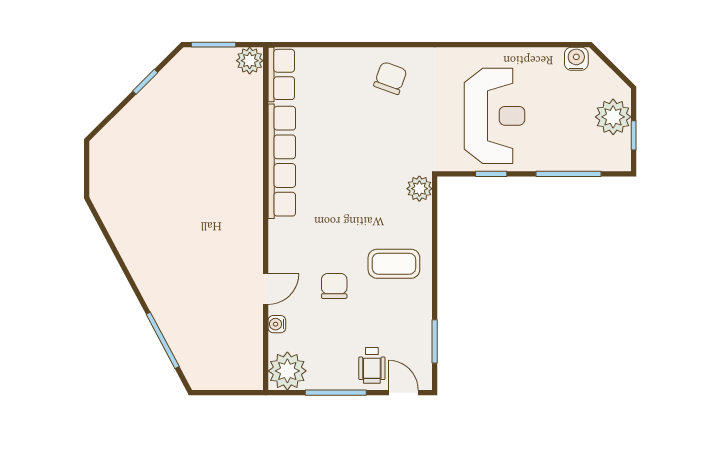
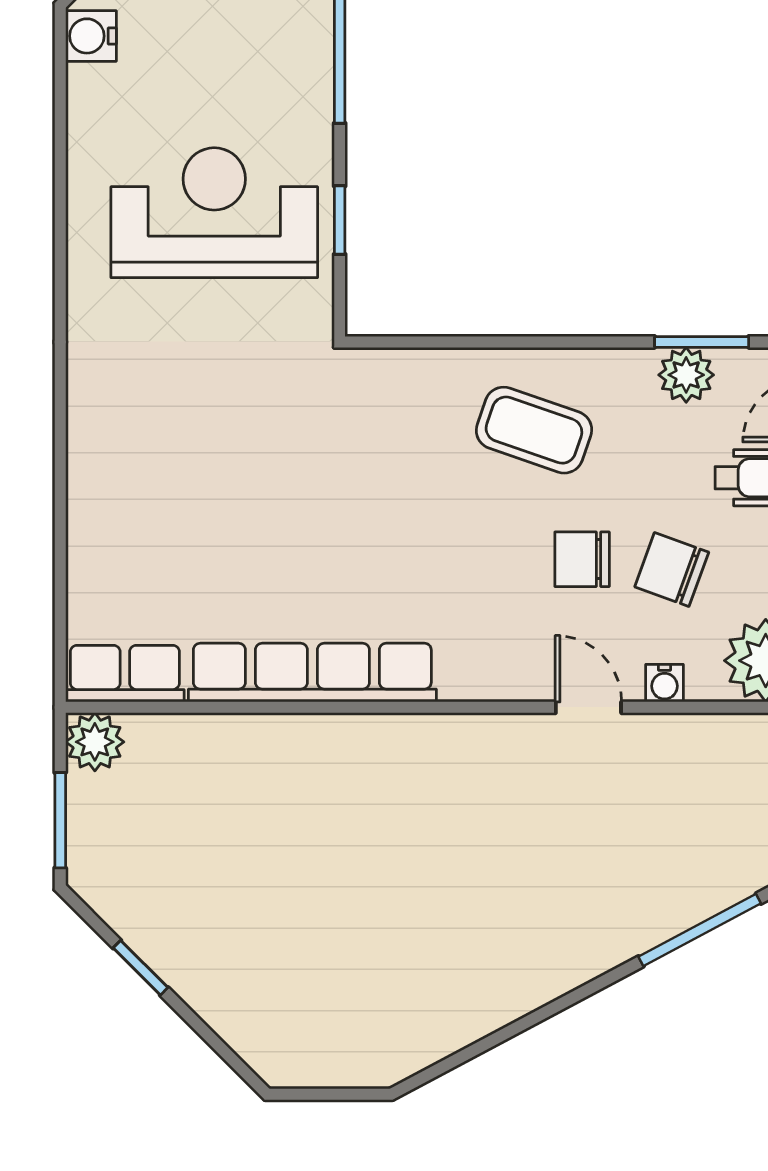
chair: (390, 78) -> (672, 569), moved
plant: (419, 189) -> (686, 375), moved
coffee table: (394, 264) -> (534, 430), turned -71

